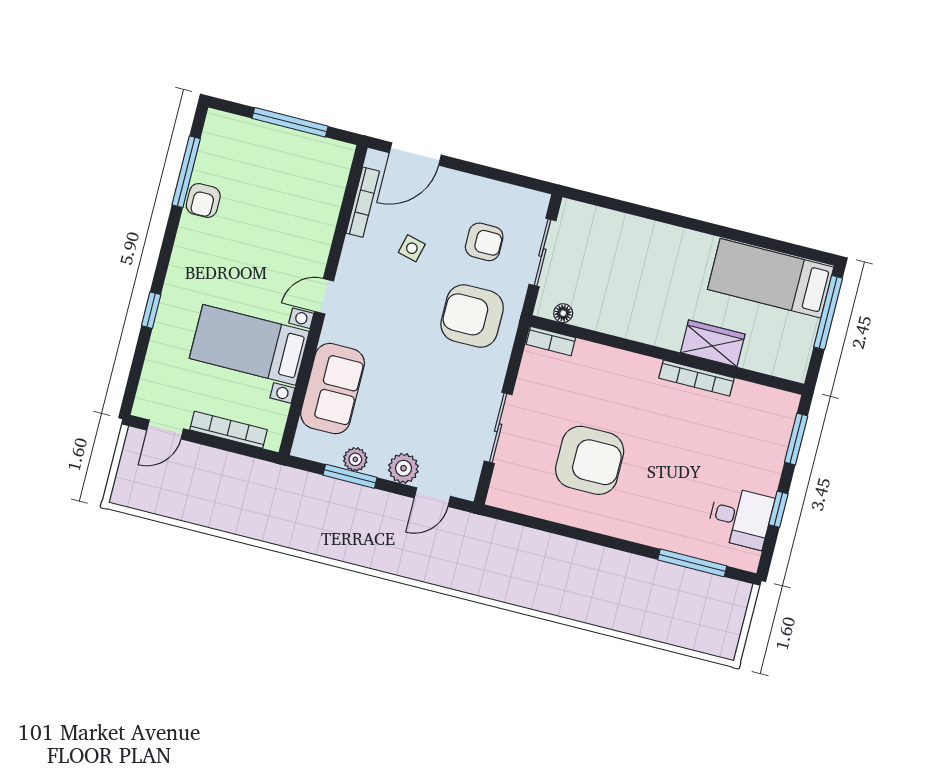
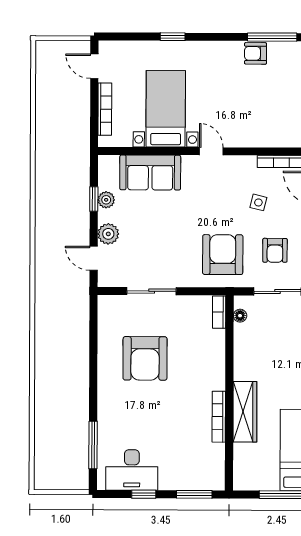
wardrobe: (713, 343) -> (245, 412), width x1.50
window: (350, 476) -> (94, 199), width x0.67
desk: (740, 517) -> (132, 470), width x1.37

